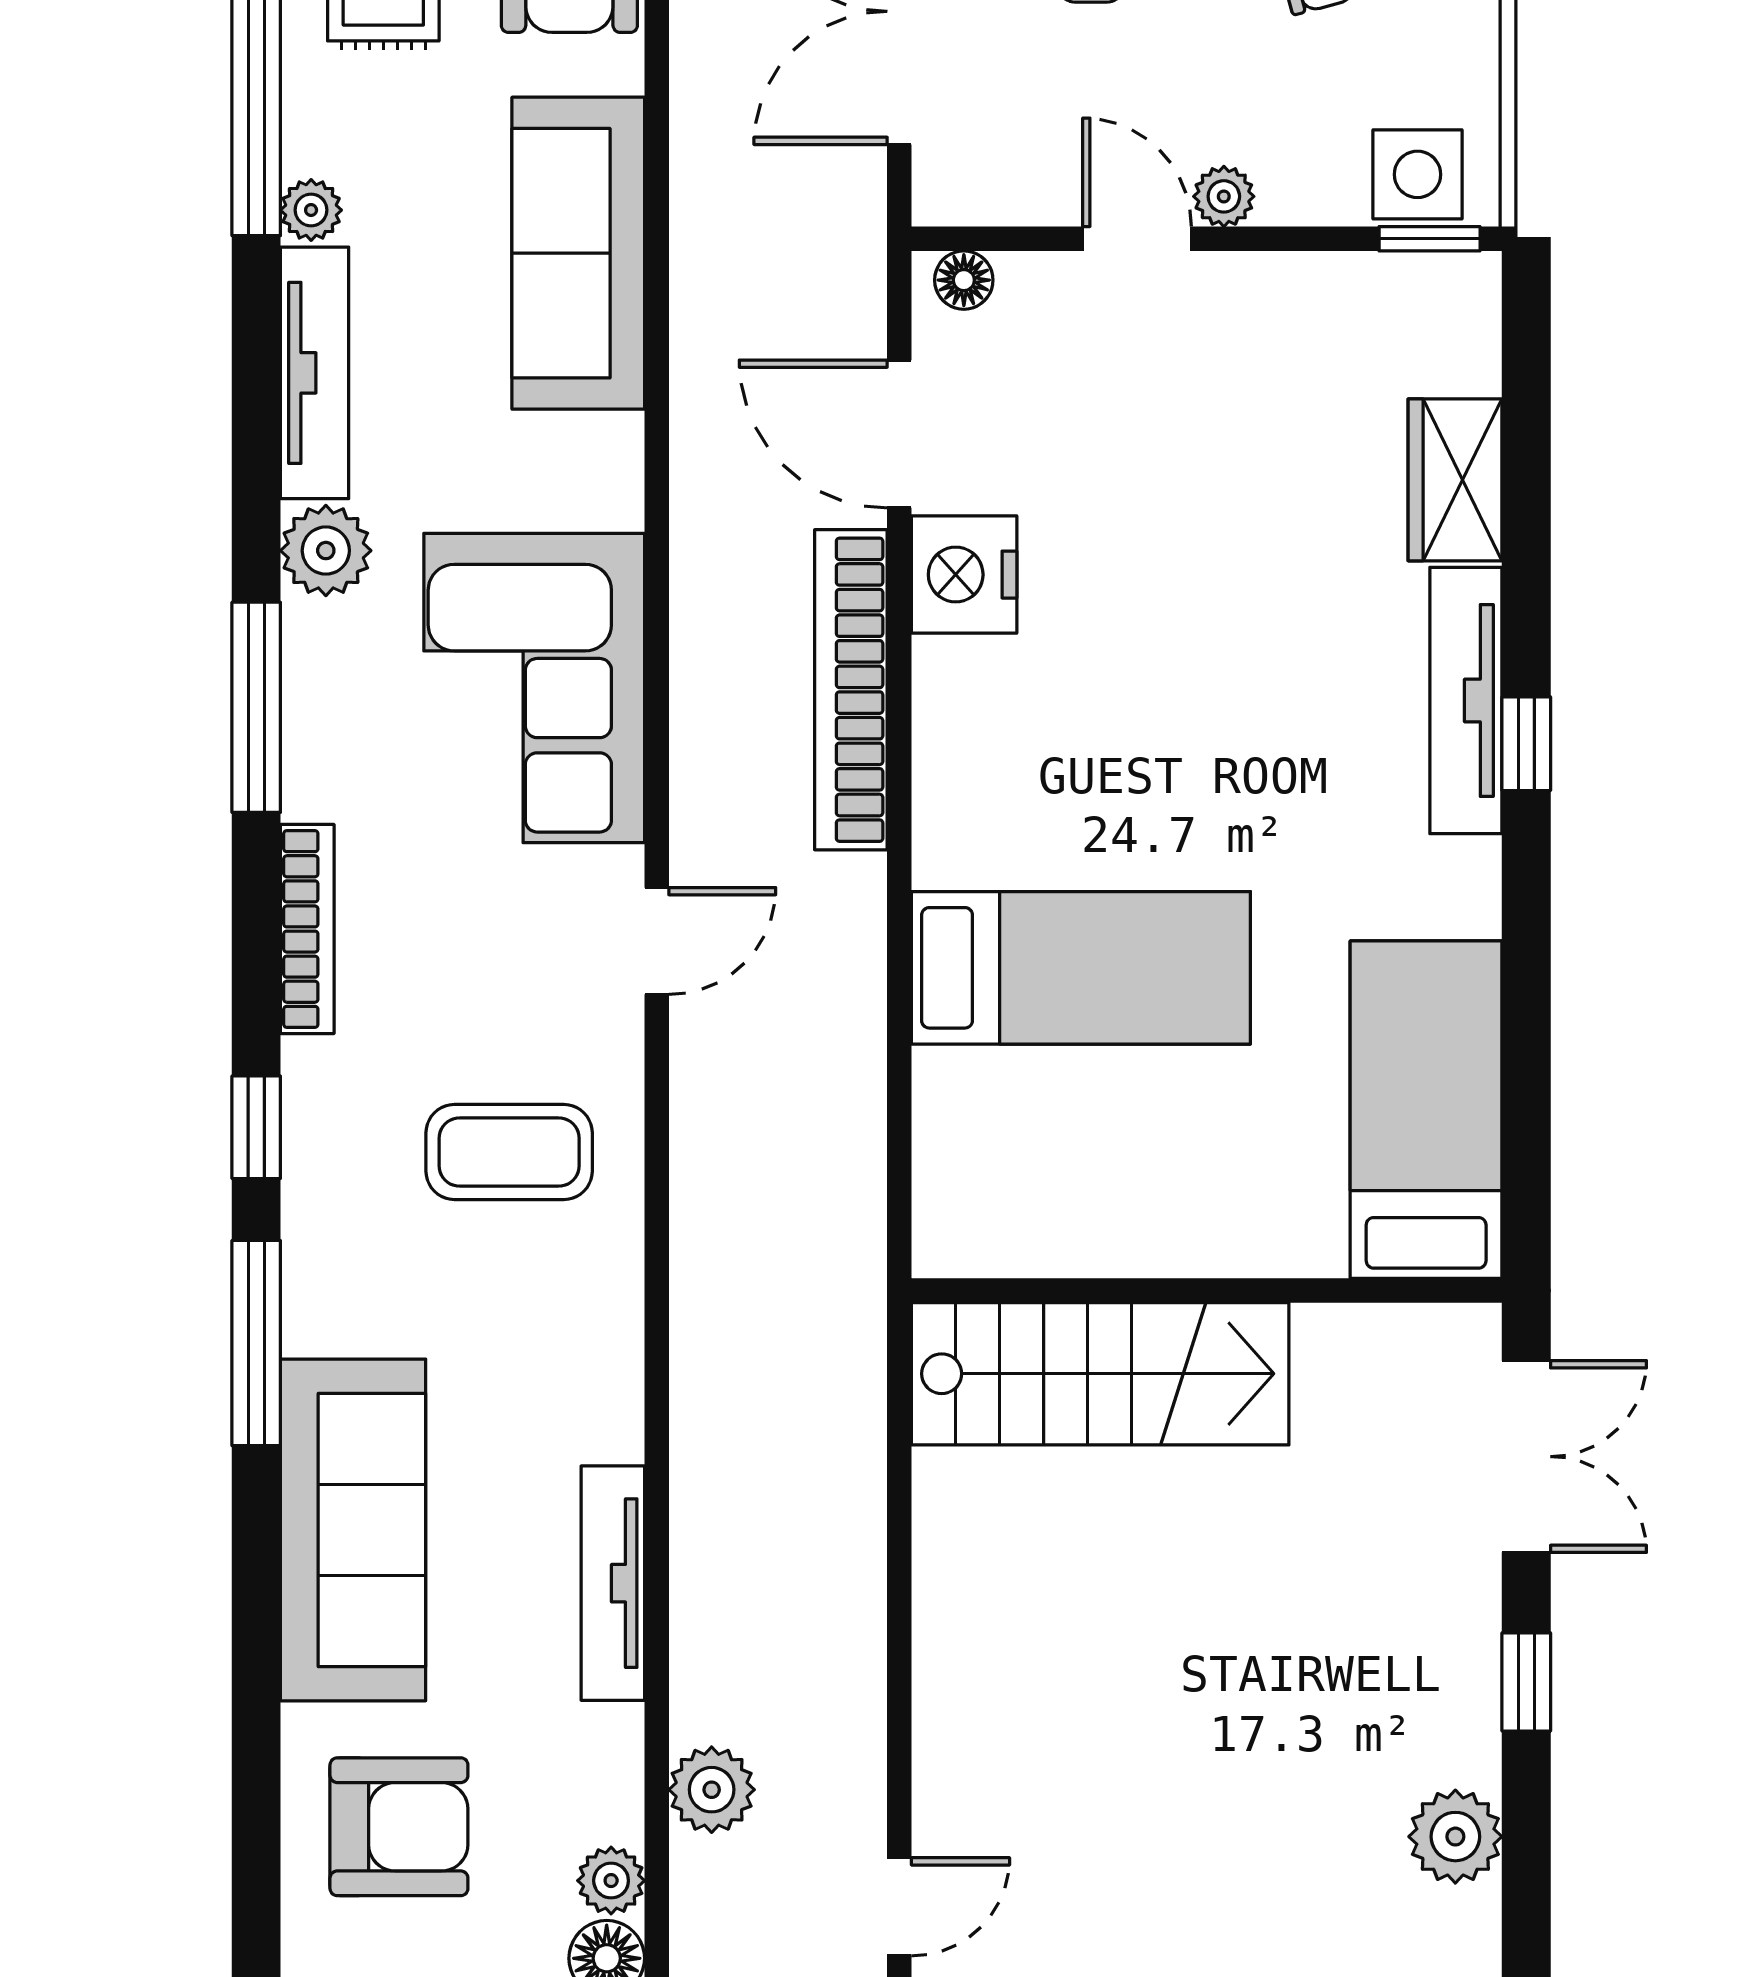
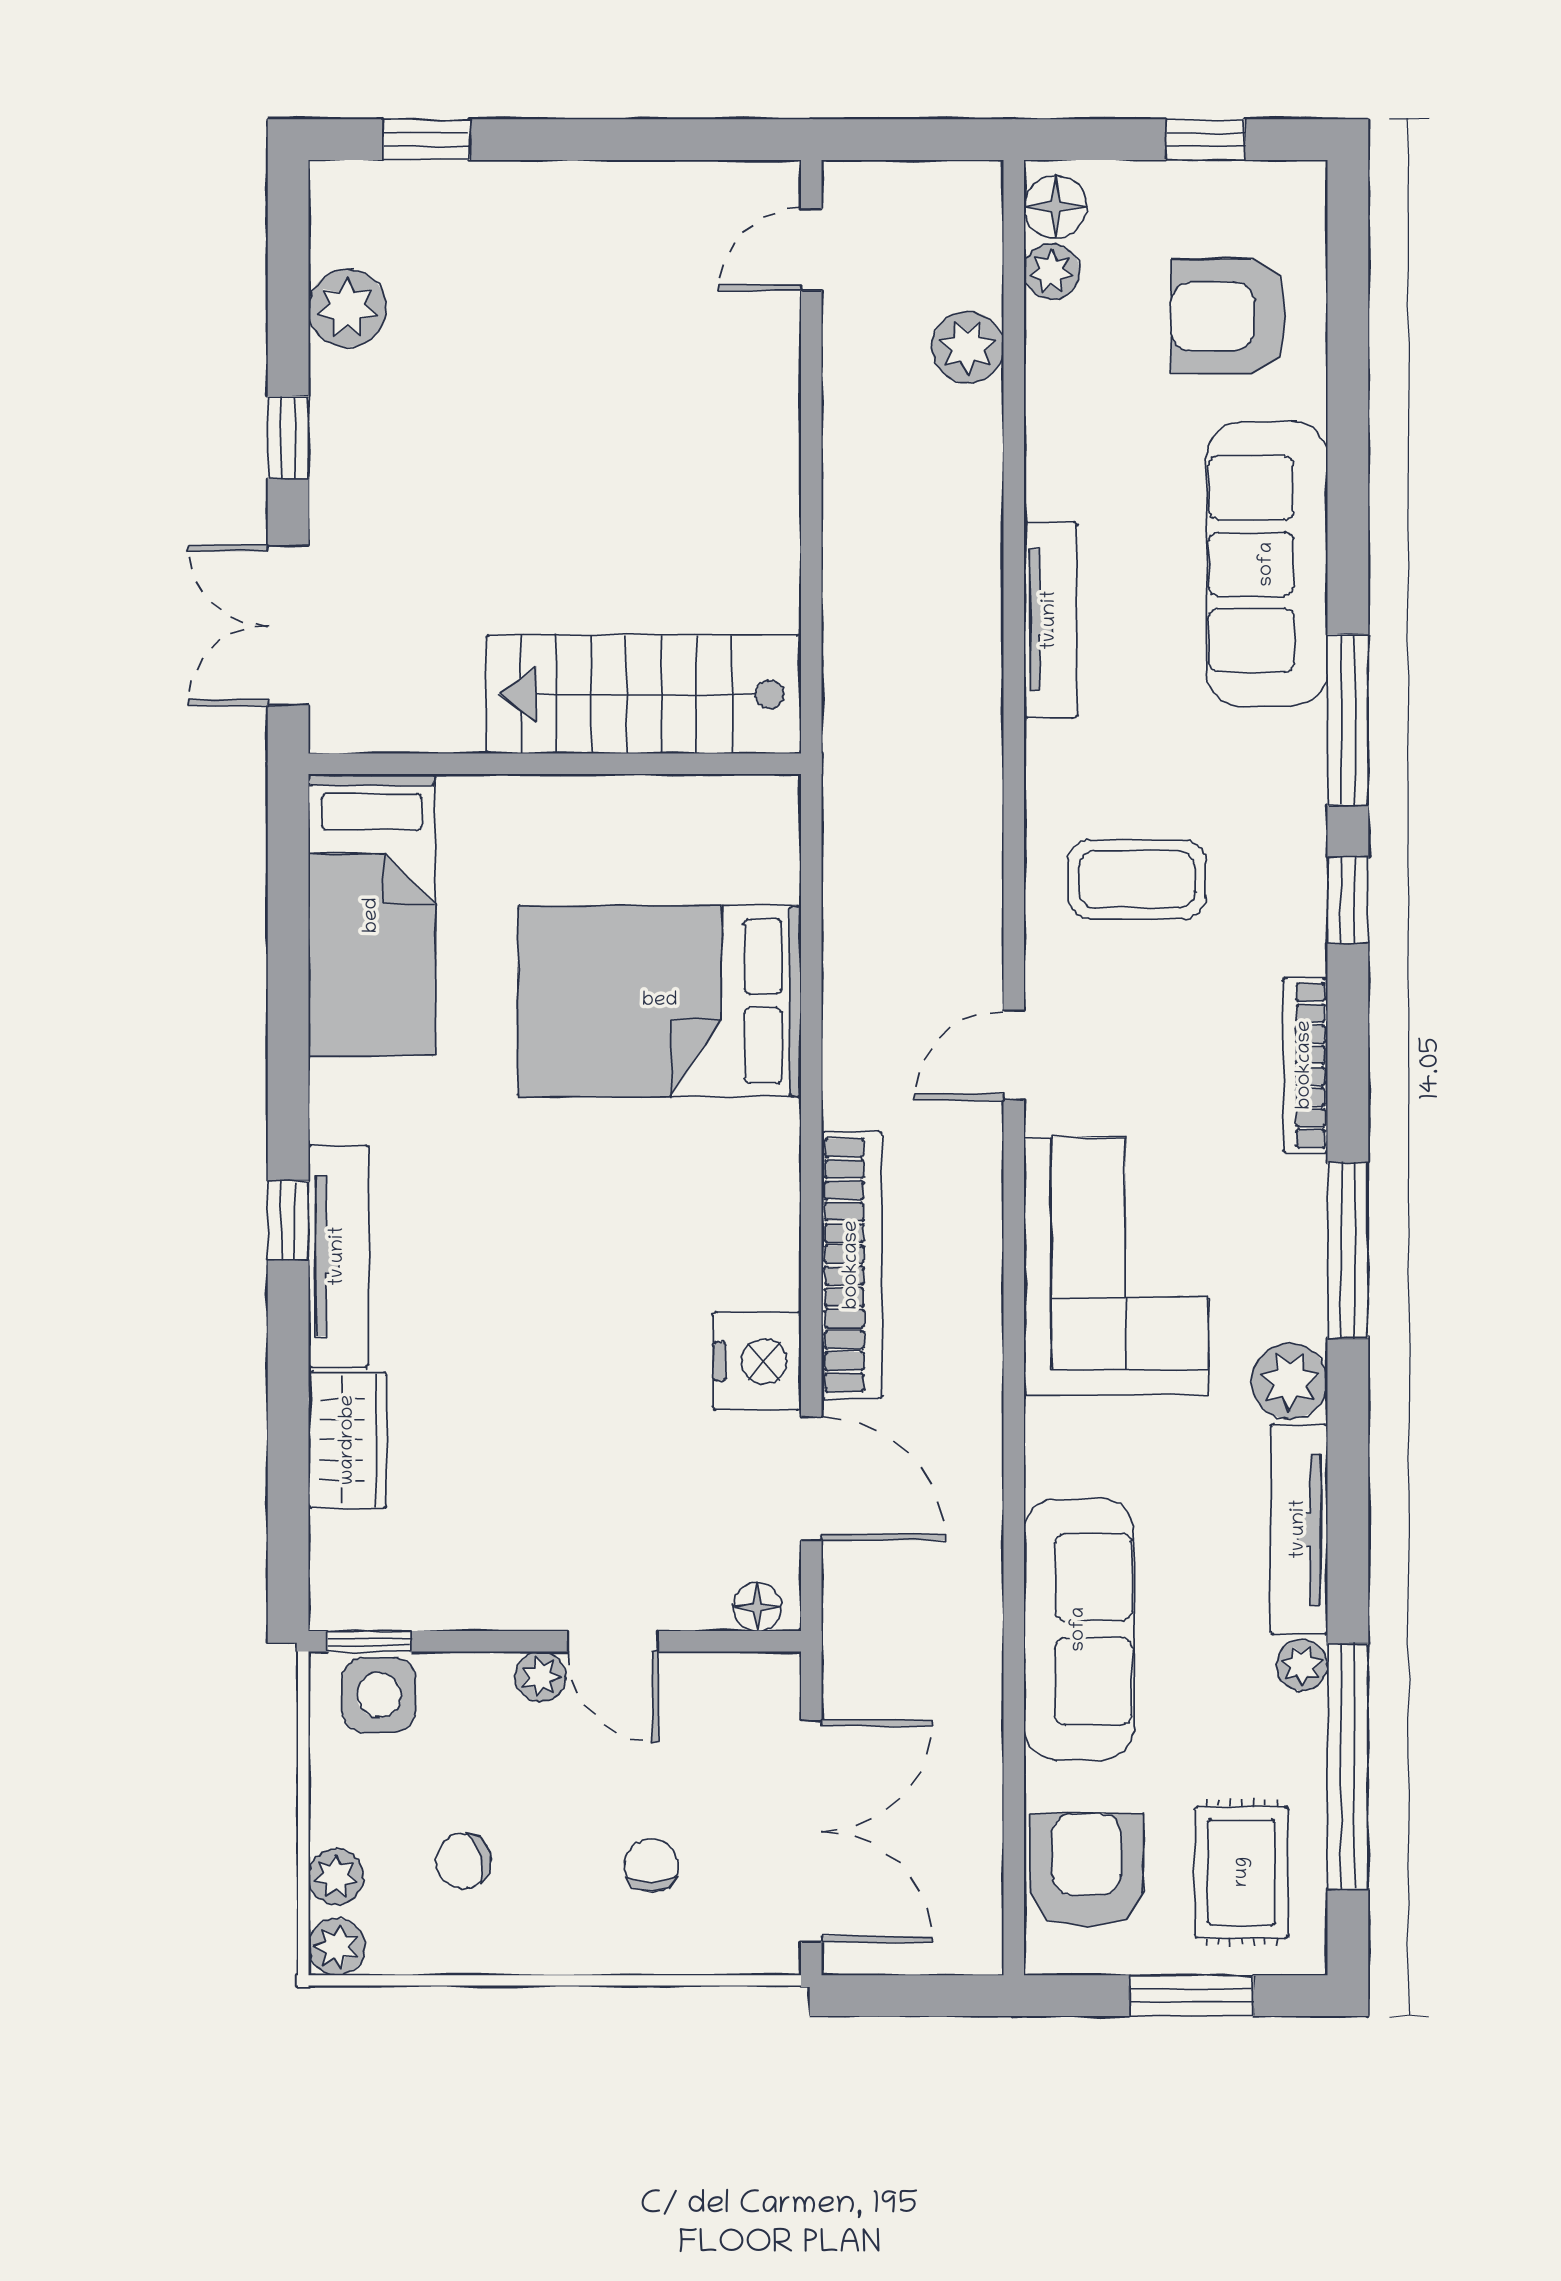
bed: (1081, 968) -> (660, 1001), width x1.50
tv unit: (613, 1583) -> (1050, 620), moved

